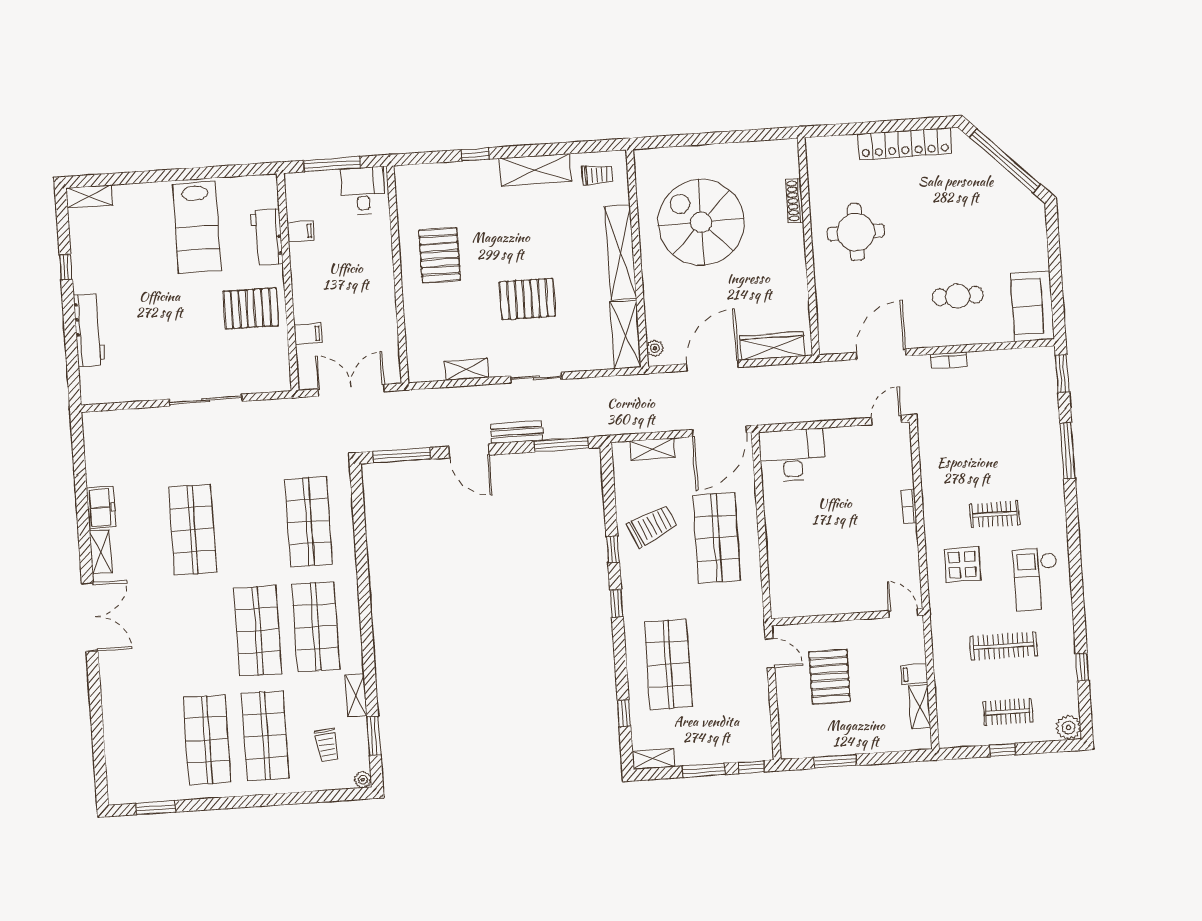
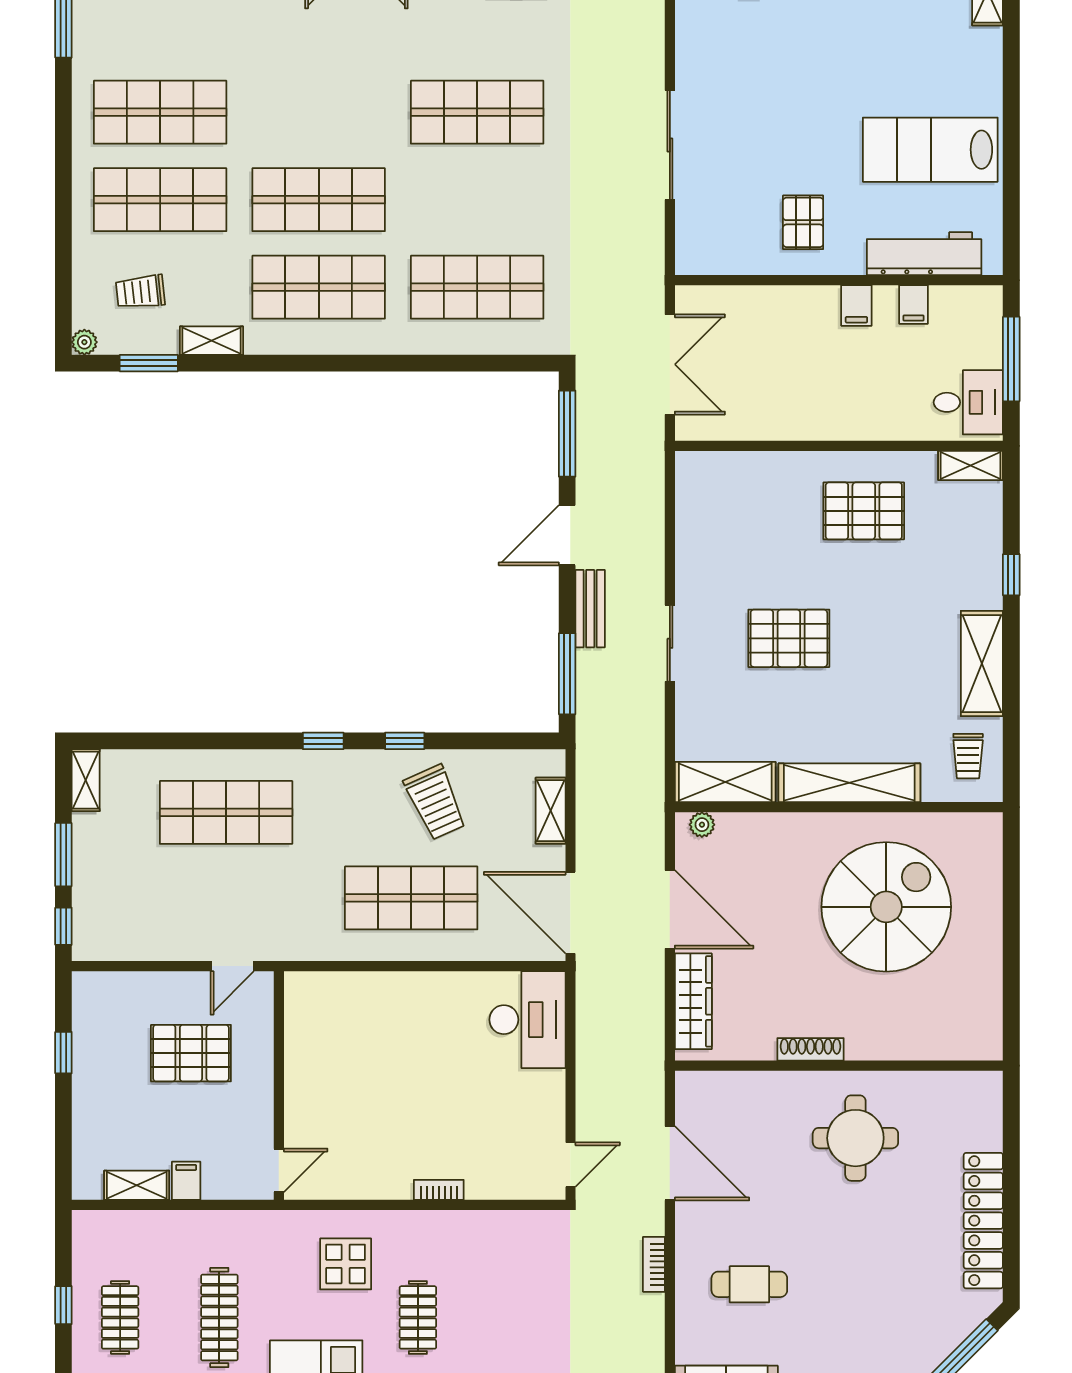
shoe rack: (795, 201) -> (811, 1049), moved
workbench: (267, 237) -> (924, 254), width x1.38
cafe table: (958, 296) -> (749, 1284), turned 90
pallet: (527, 299) -> (789, 638), turned 90
pallet: (251, 308) -> (803, 222), width x0.67, depth x0.71
filing cabinet: (308, 334) -> (856, 305), moved
shelving: (466, 369) -> (970, 465), moved, turned 90
door: (886, 420) -> (570, 1165), hinge flipped
window: (624, 713) -> (157, 741), removed
window: (835, 761) -> (63, 1053), width x0.67

